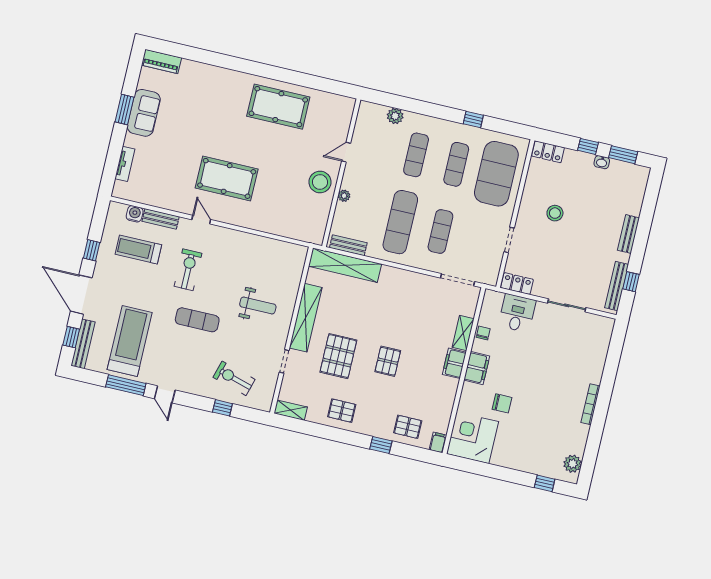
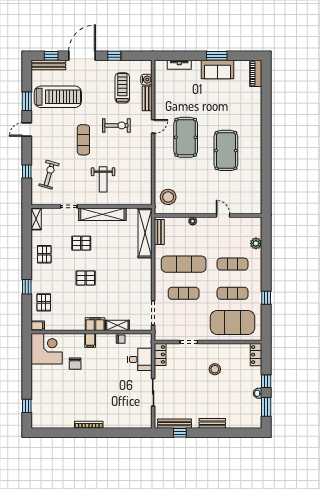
pool table: (278, 107) -> (226, 150), moved
stool: (320, 182) -> (168, 197), moved
pallet: (338, 356) -> (81, 243), width x0.67, depth x0.71
filing cabinet: (477, 368) -> (90, 340), width x0.50
window: (126, 385) -> (27, 101), width x0.69
plant: (573, 464) -> (45, 422), removed

